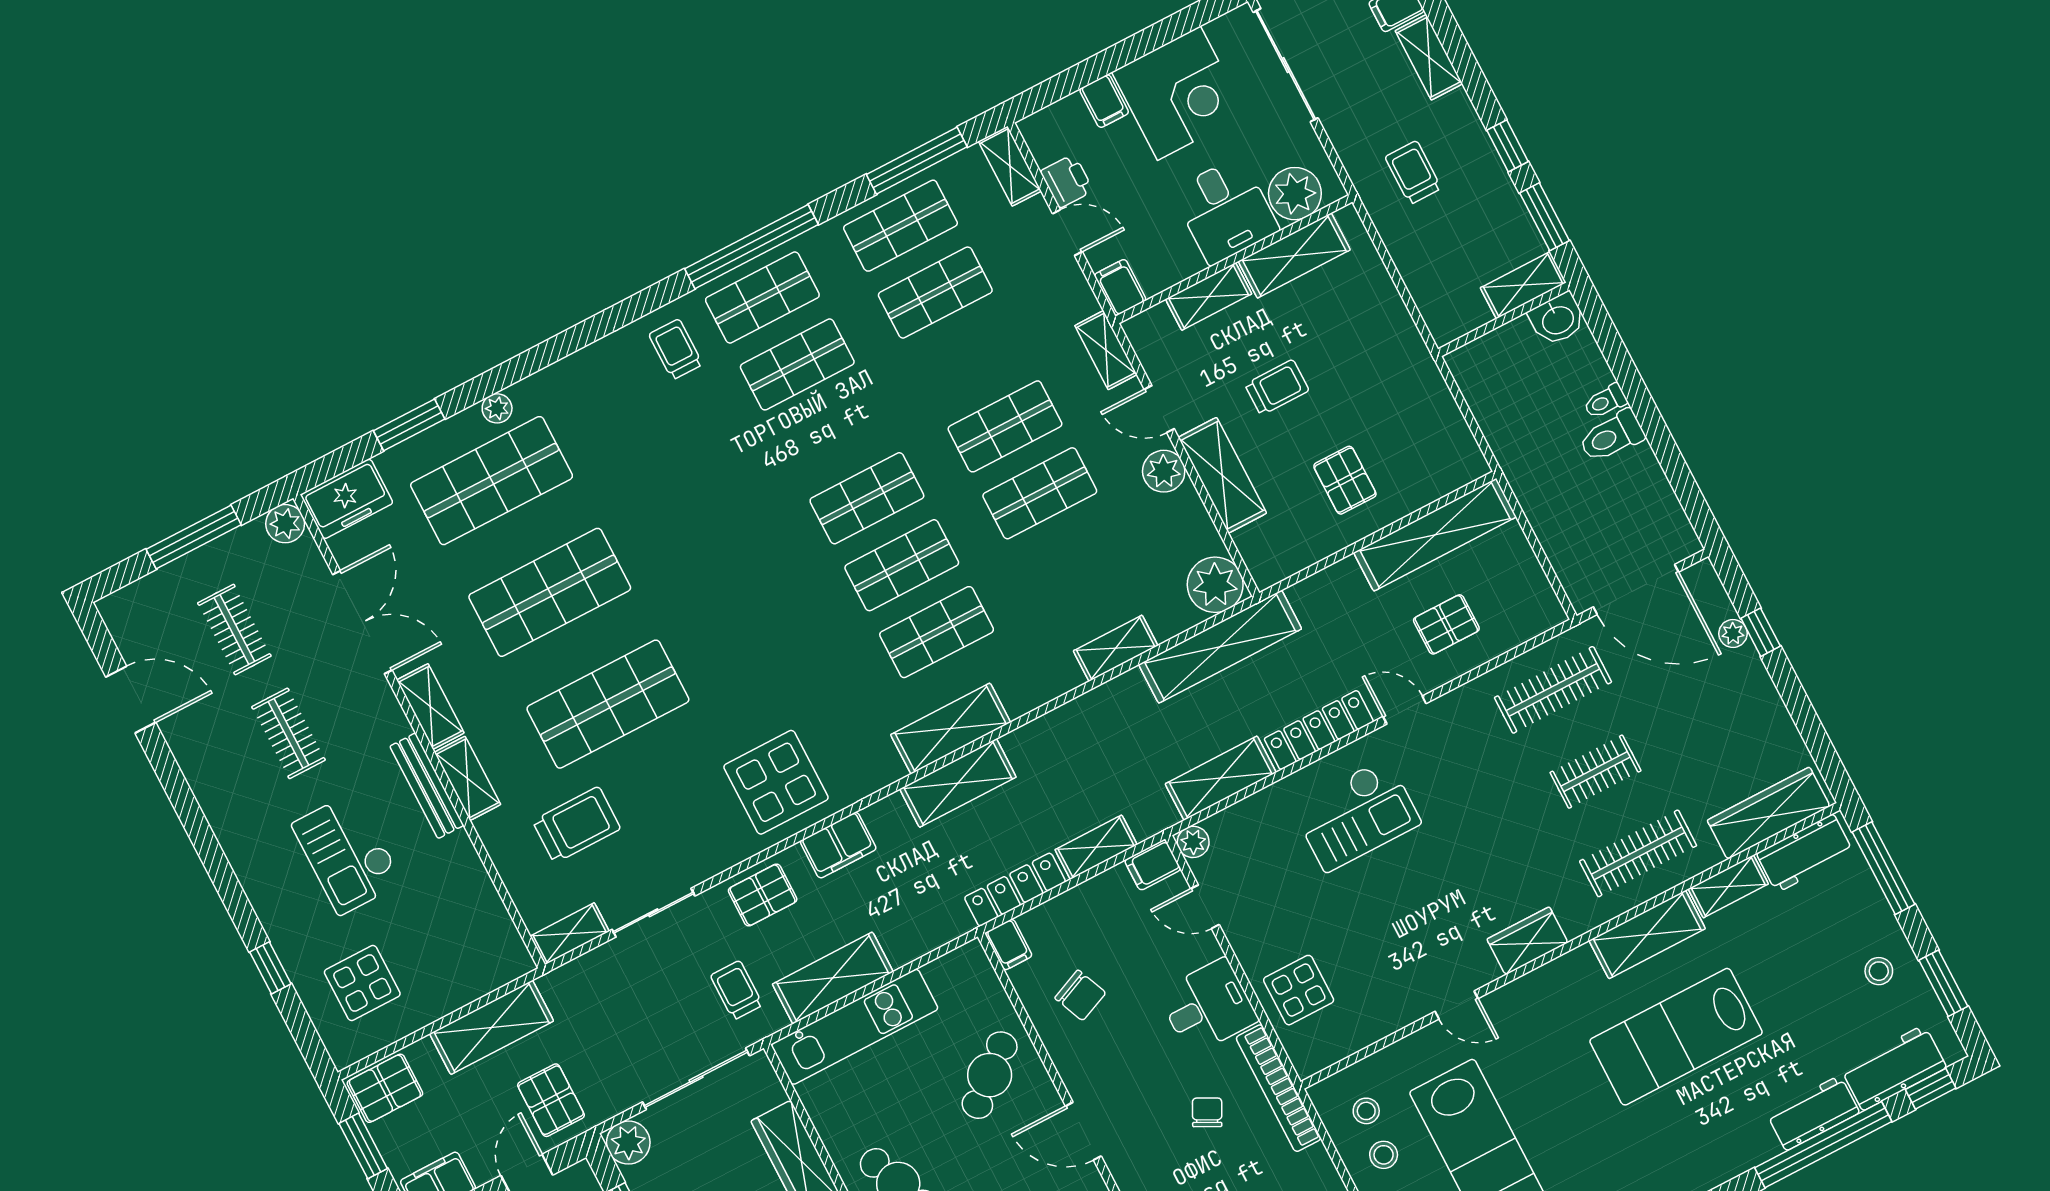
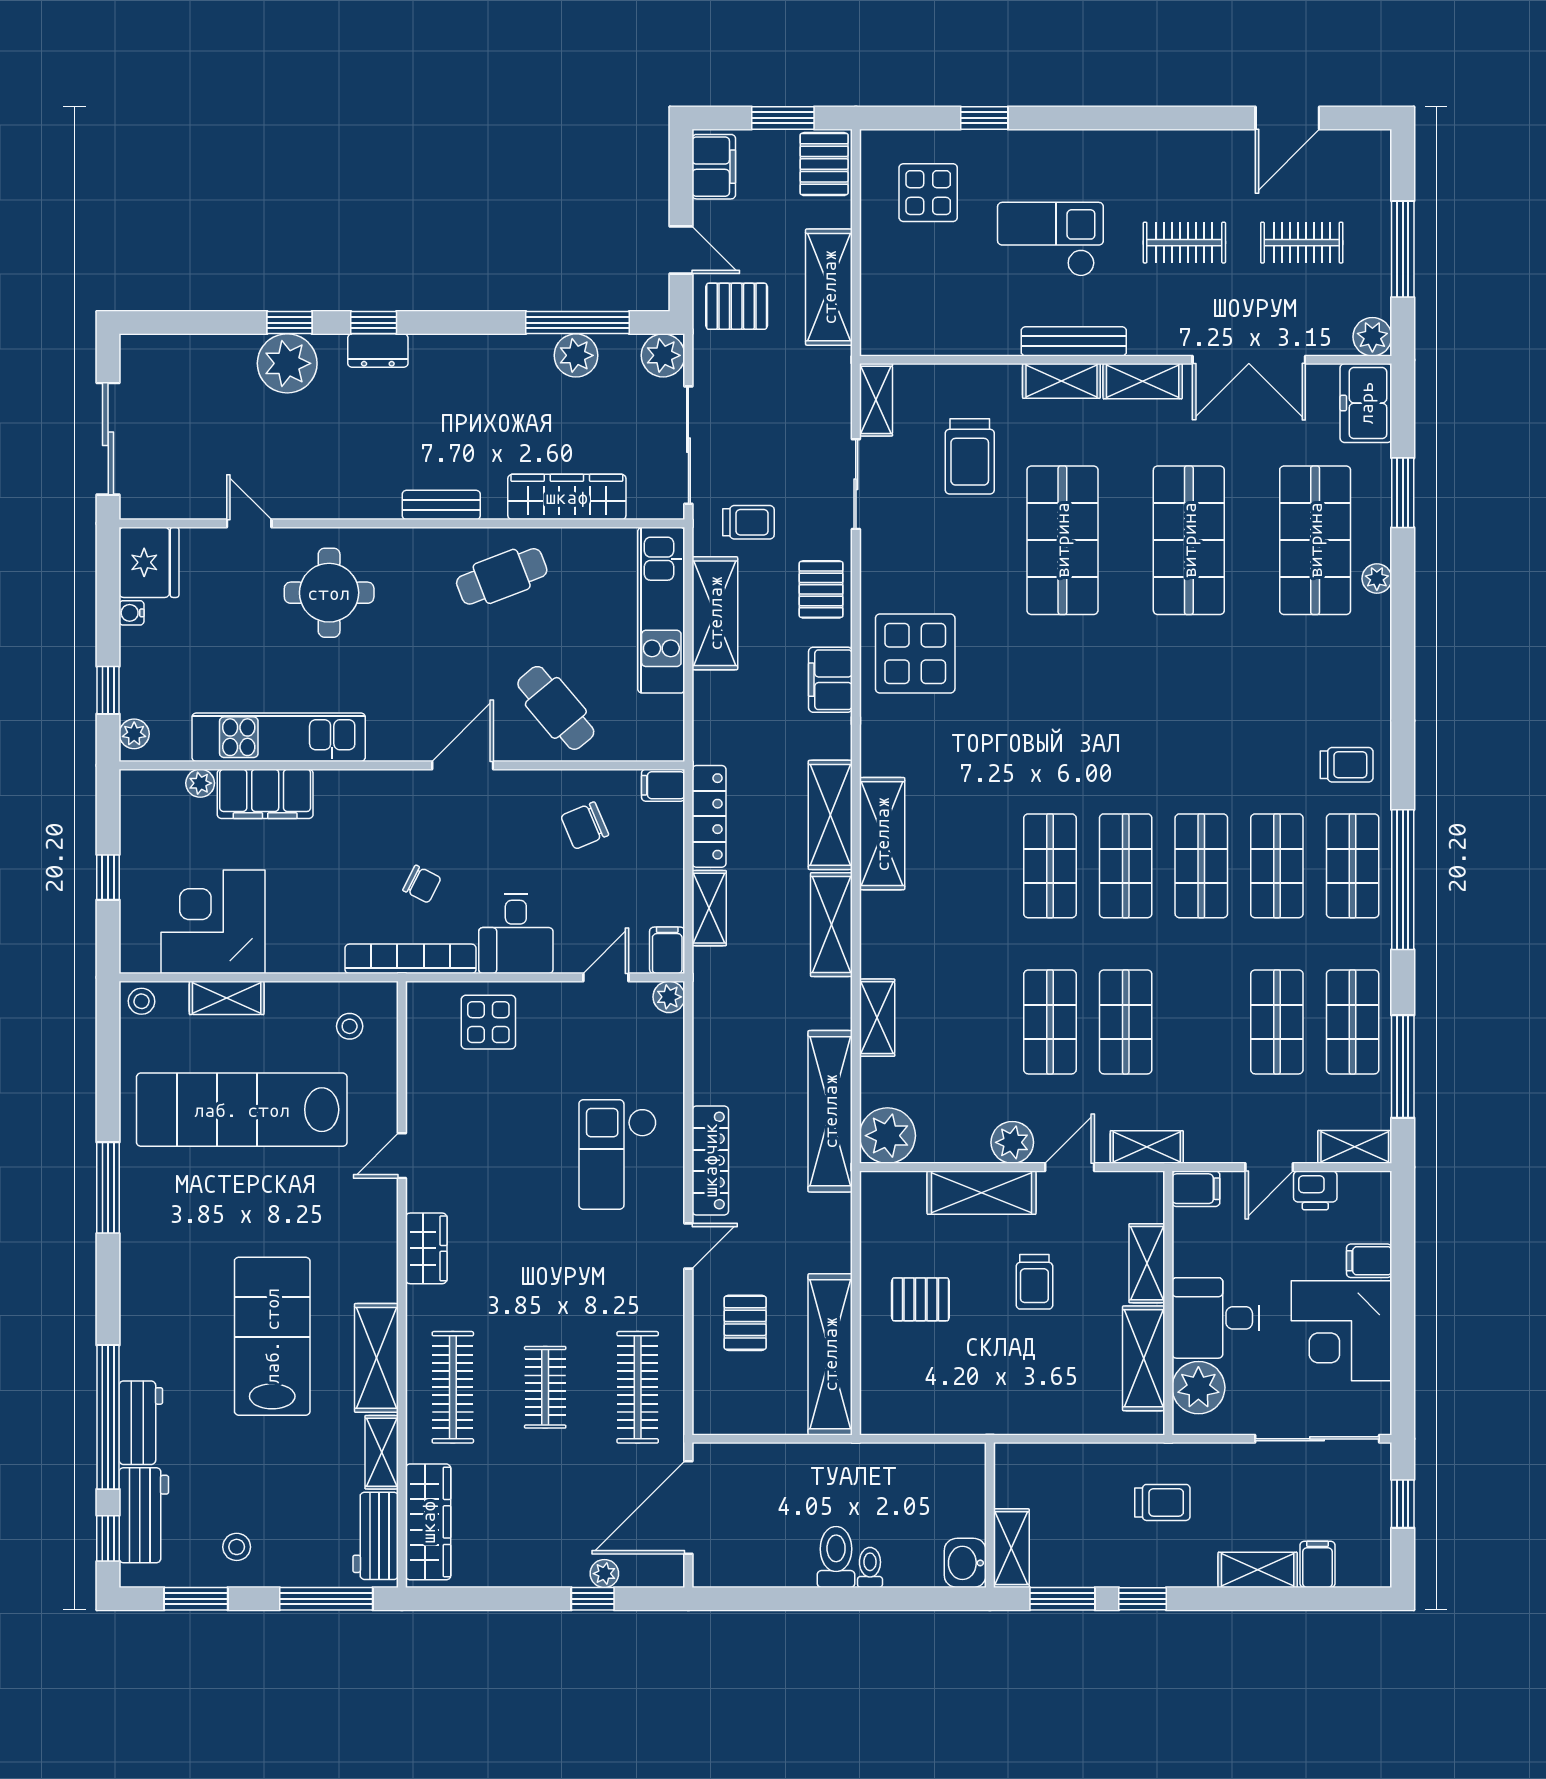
shop shelf: (937, 632) -> (1201, 866), moved
shelving: (1221, 778) -> (831, 925), moved
stool: (1384, 1155) -> (303, 1021), removed

